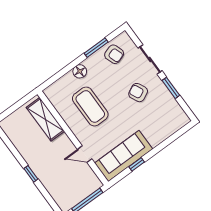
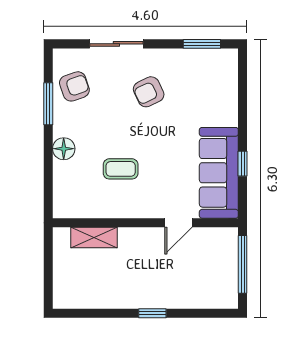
window: (171, 88) -> (202, 44), moved
coffee table: (90, 106) -> (121, 169), width x0.54, depth x0.58
shelving: (45, 119) -> (94, 238), width x0.67, depth x0.75

